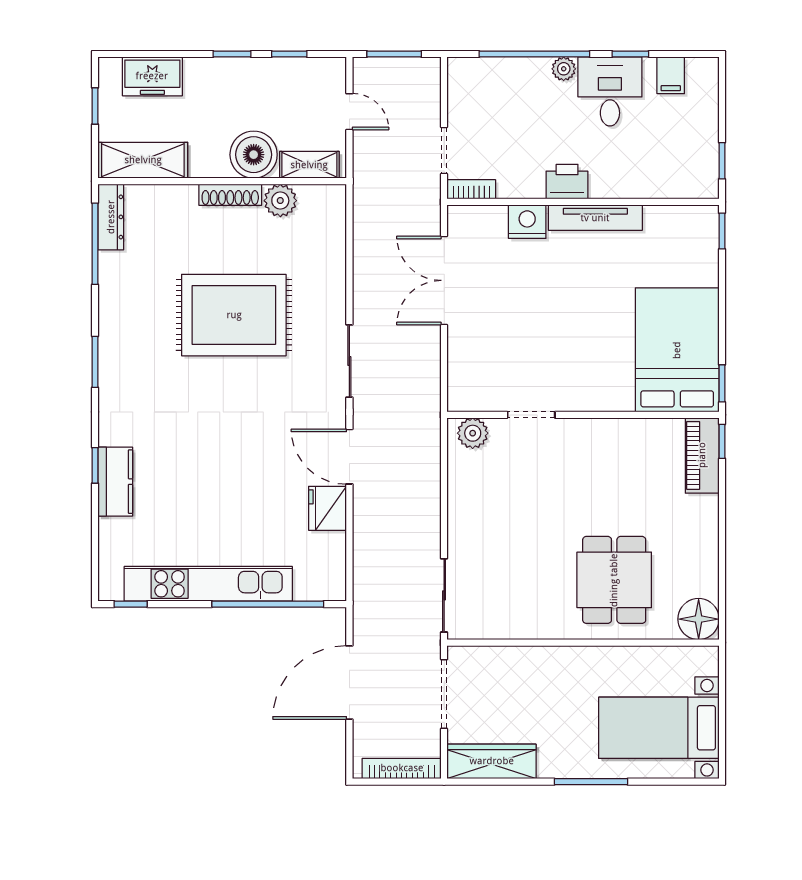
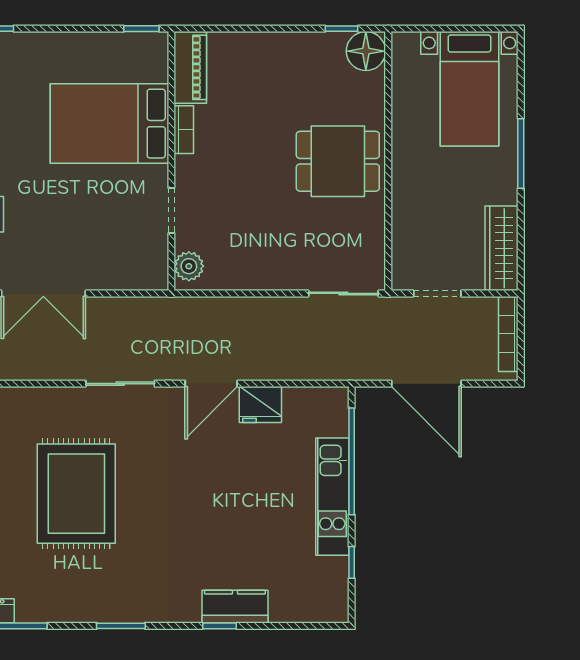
bed: (677, 350) -> (109, 124), moved
bookcase: (616, 428) -> (184, 130), added
window: (722, 441) -> (341, 29), moved
piano: (702, 455) -> (190, 67), moved, turned -90
dining table: (614, 580) -> (338, 161), moved
kitchen unit: (208, 584) -> (332, 497), width x0.73
window: (131, 604) -> (352, 562), moved
doorway: (444, 694) -> (437, 293), width x0.73

